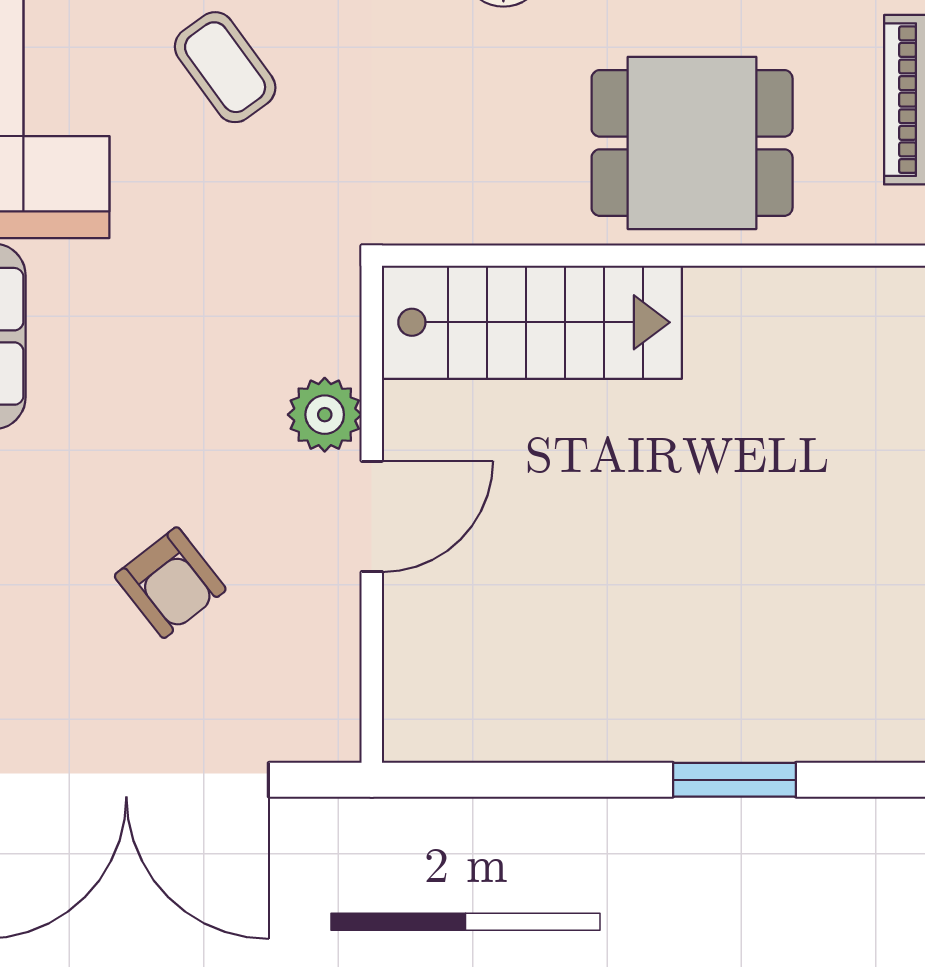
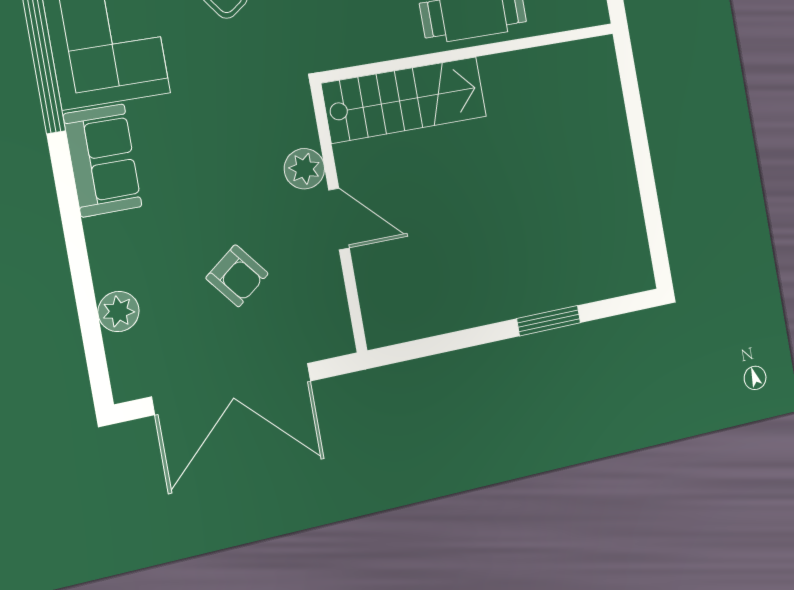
door: (372, 516) -> (339, 219), hinge flipped

